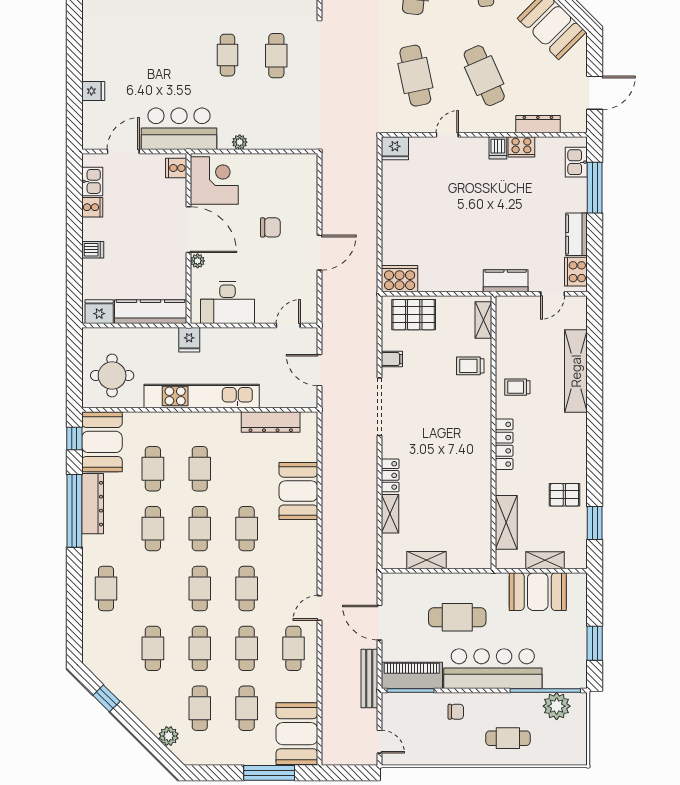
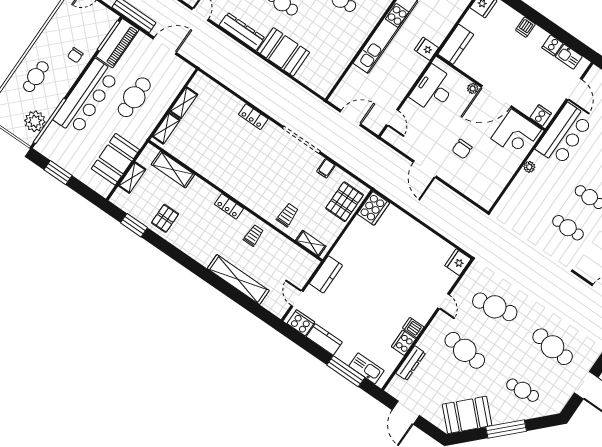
cafe table: (484, 76) -> (465, 350), turned 30
kitchen sink: (576, 162) -> (366, 368), width x1.38
kitchen counter: (151, 312) -> (456, 44), width x0.67
dresser: (271, 422) -> (242, 32), moved, turned 90
locker: (504, 444) -> (229, 206), width x0.66
shelving: (390, 514) -> (166, 128), moved, turned 90

